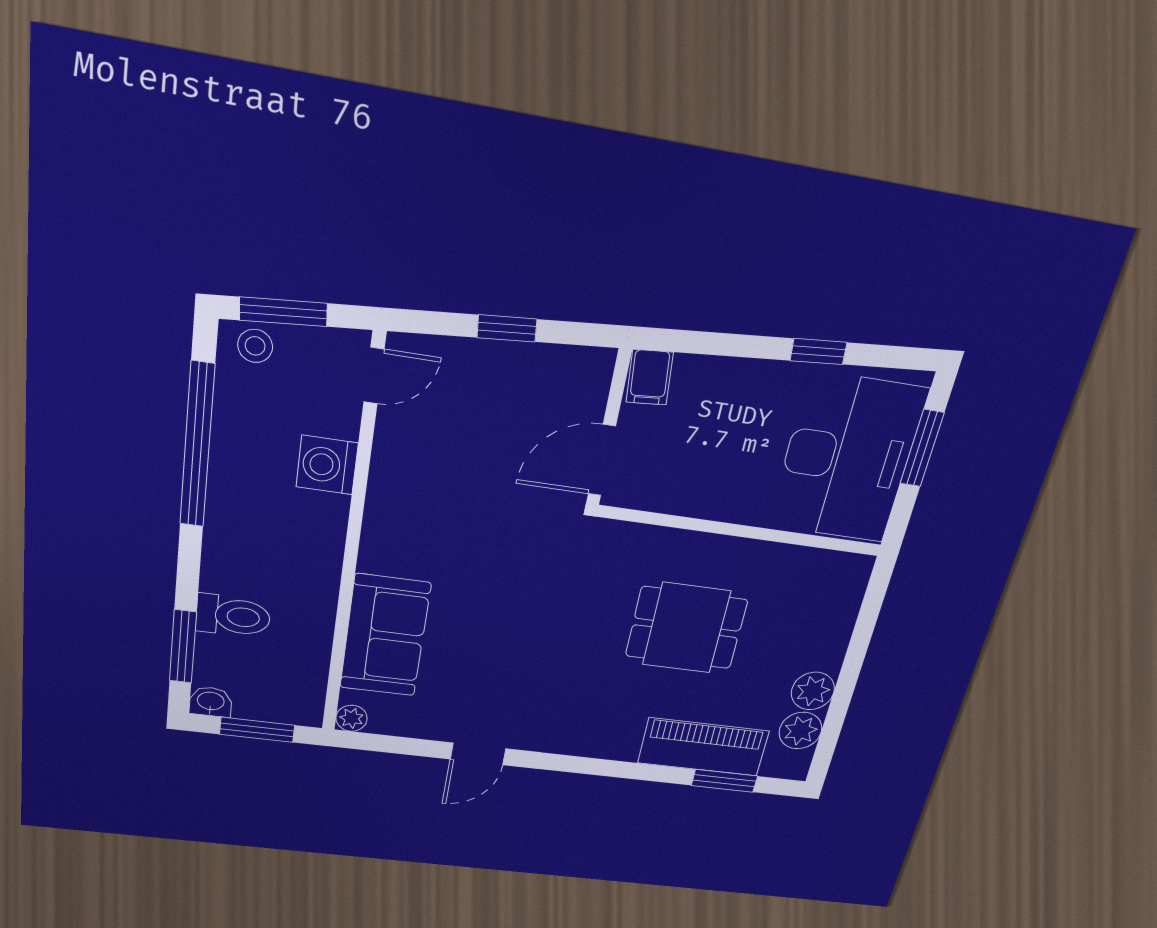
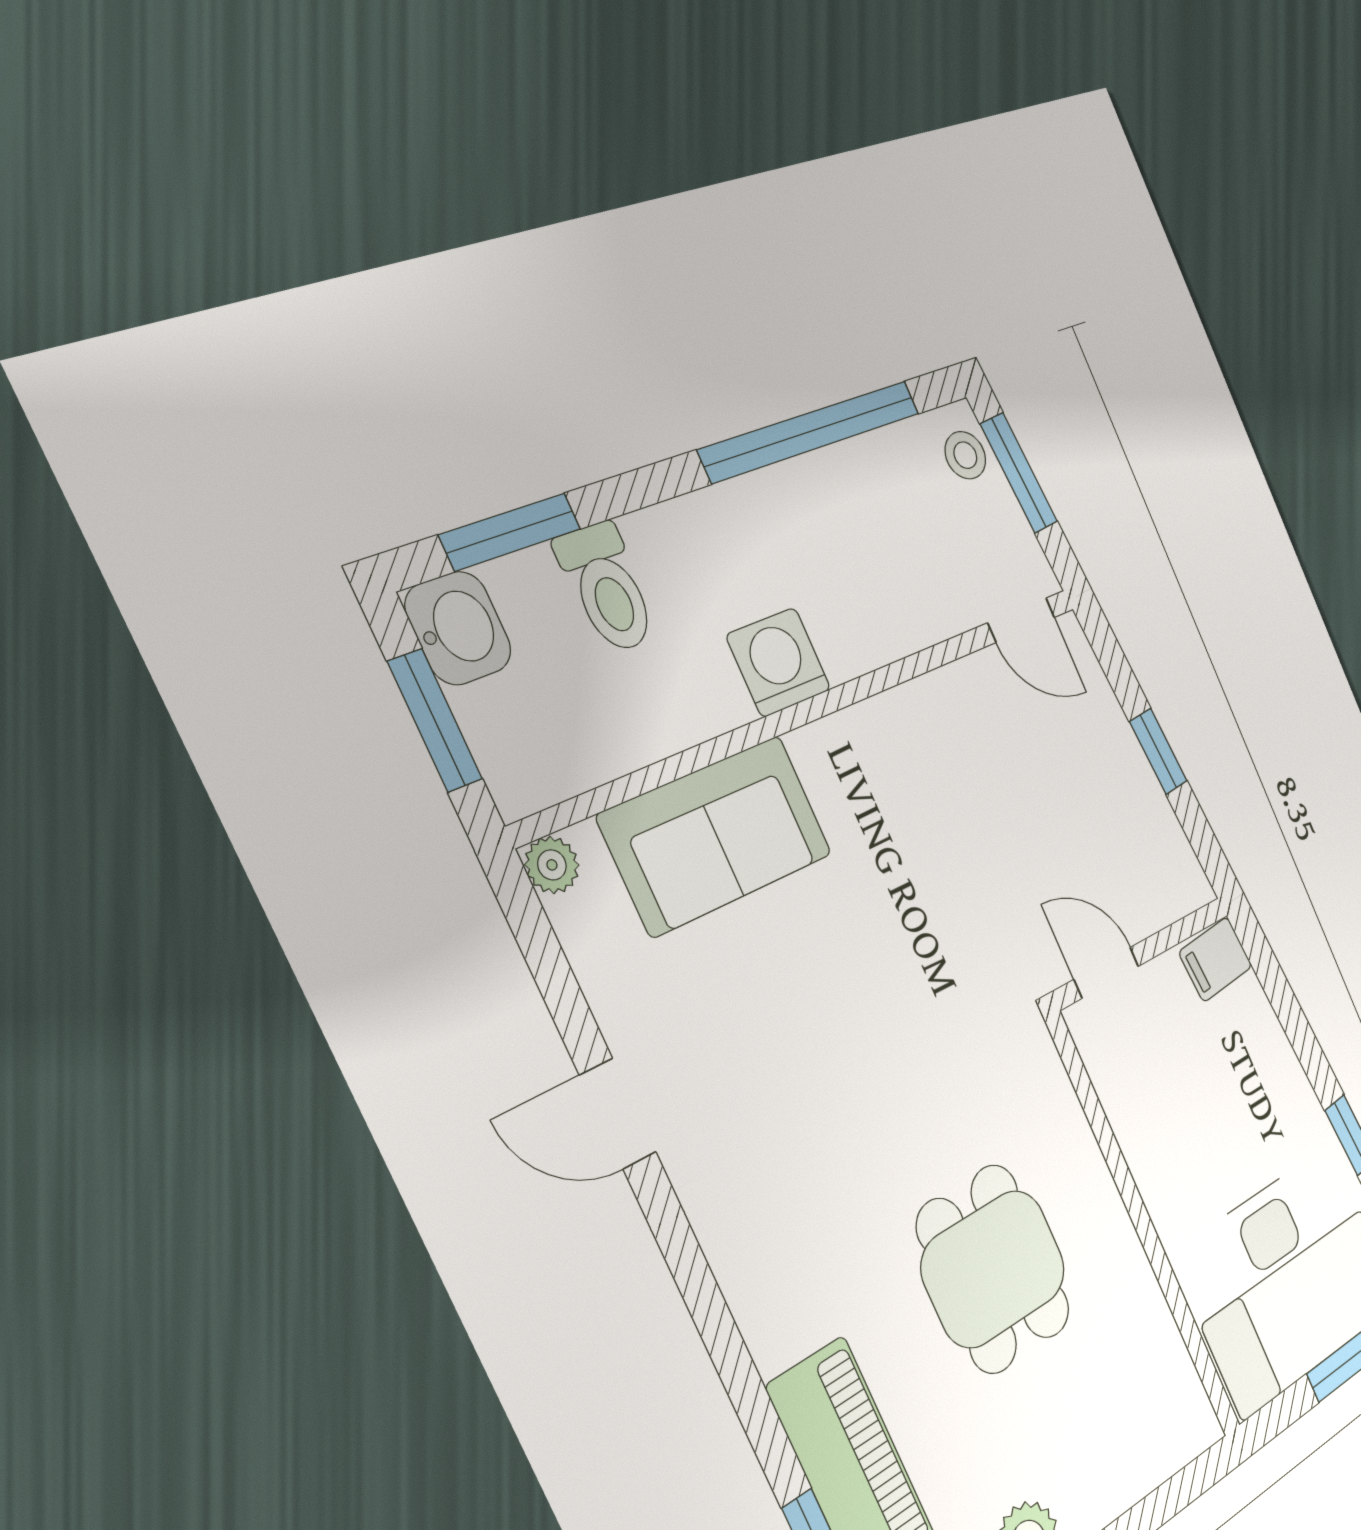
door: (602, 460) -> (1106, 973), width x0.73
washing machine: (327, 465) -> (779, 662), moved
washbasin: (211, 702) -> (458, 628), width x1.38, depth x1.45

